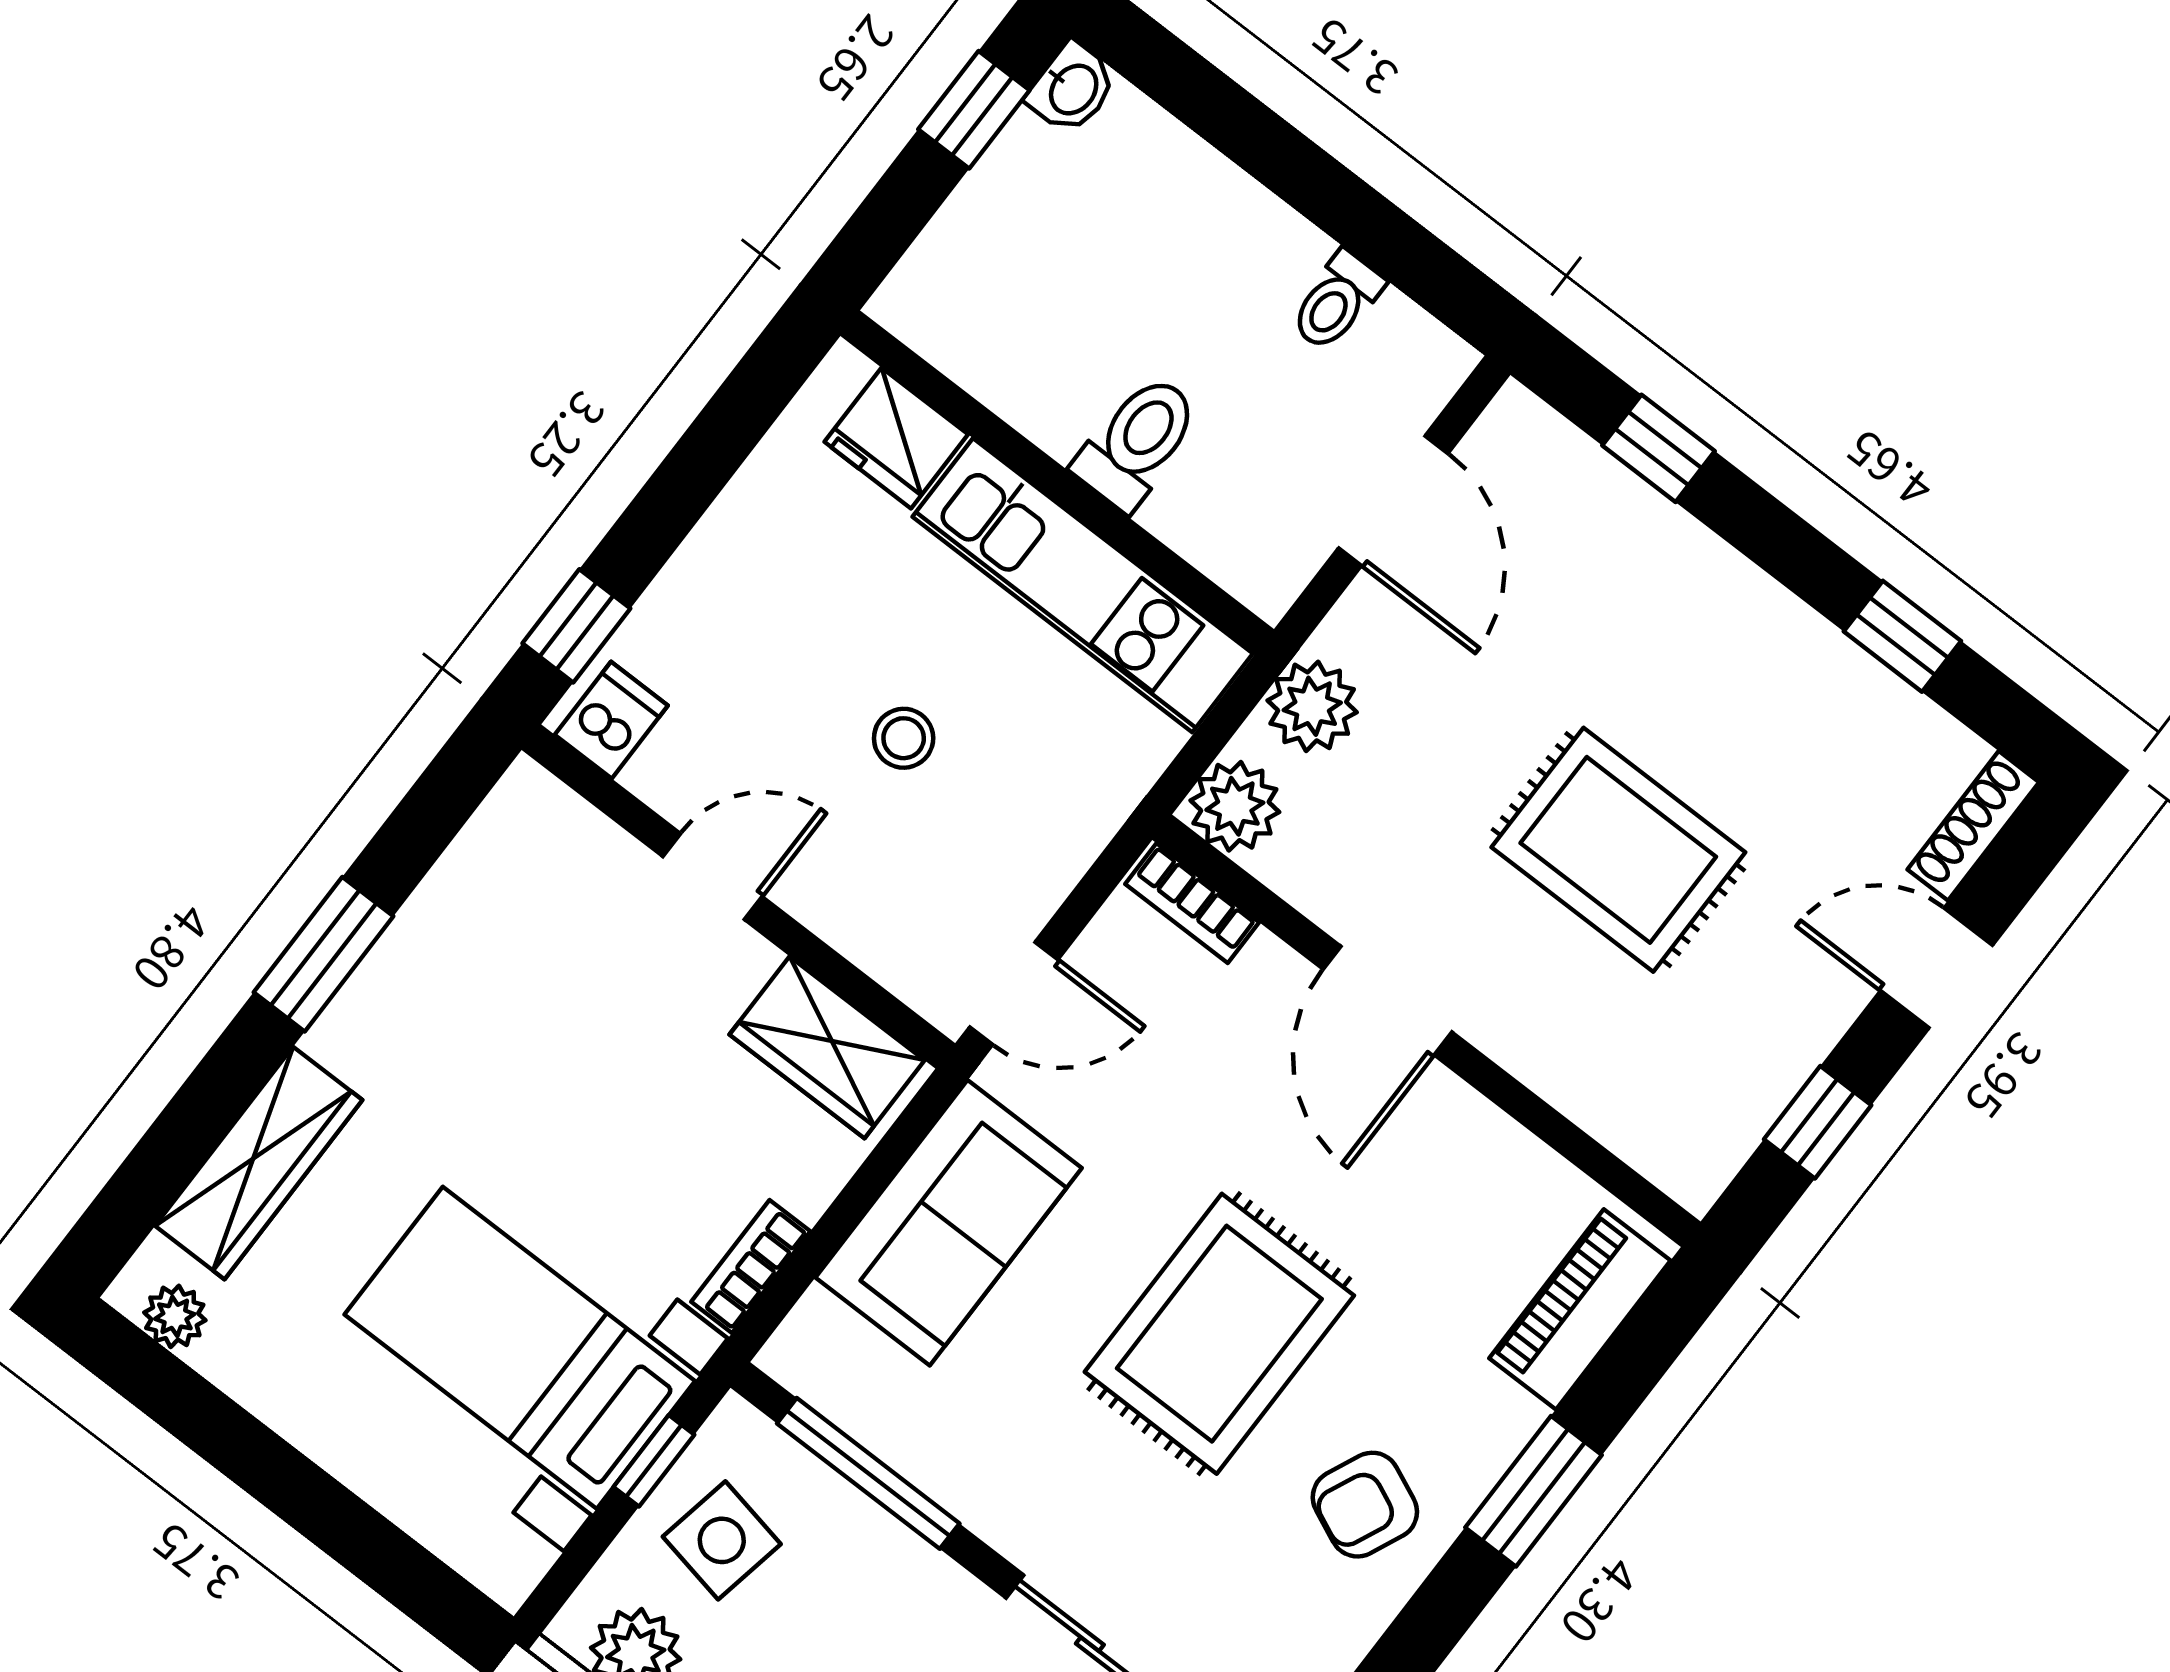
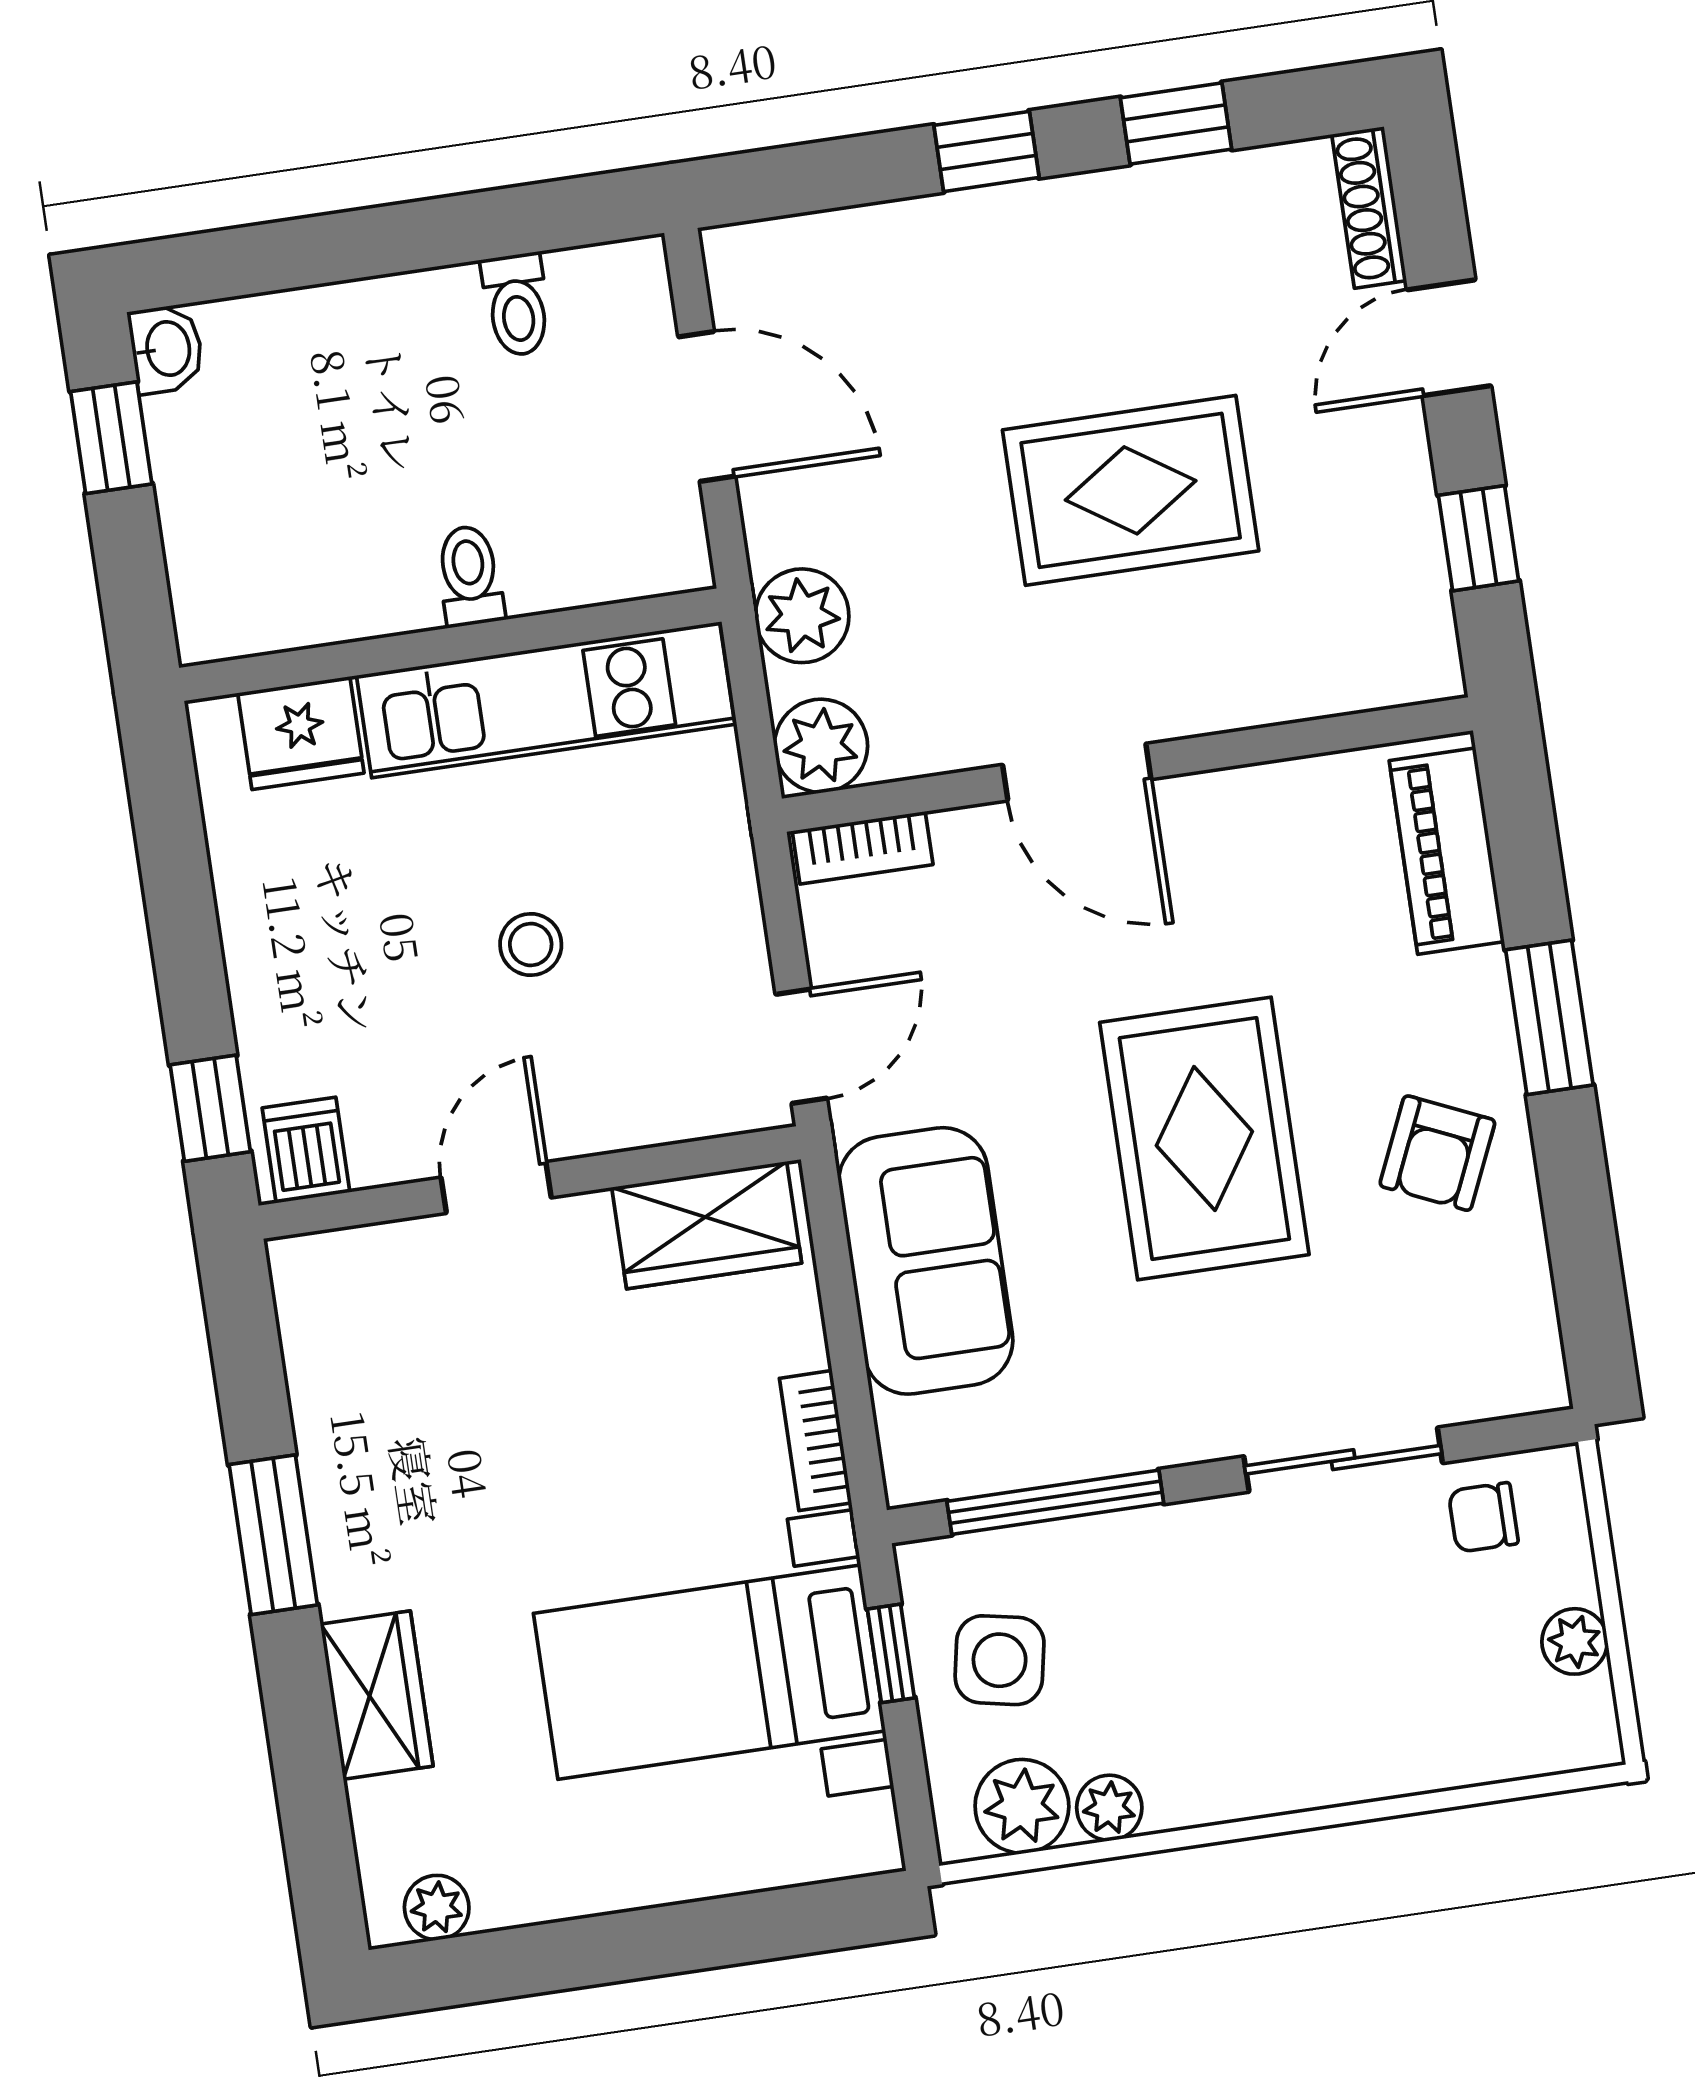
toilet: (1137, 442) -> (470, 576), width x0.73, depth x0.72
window: (1659, 448) -> (986, 151), moved
wardrobe: (259, 1163) -> (377, 1695), width x0.67

